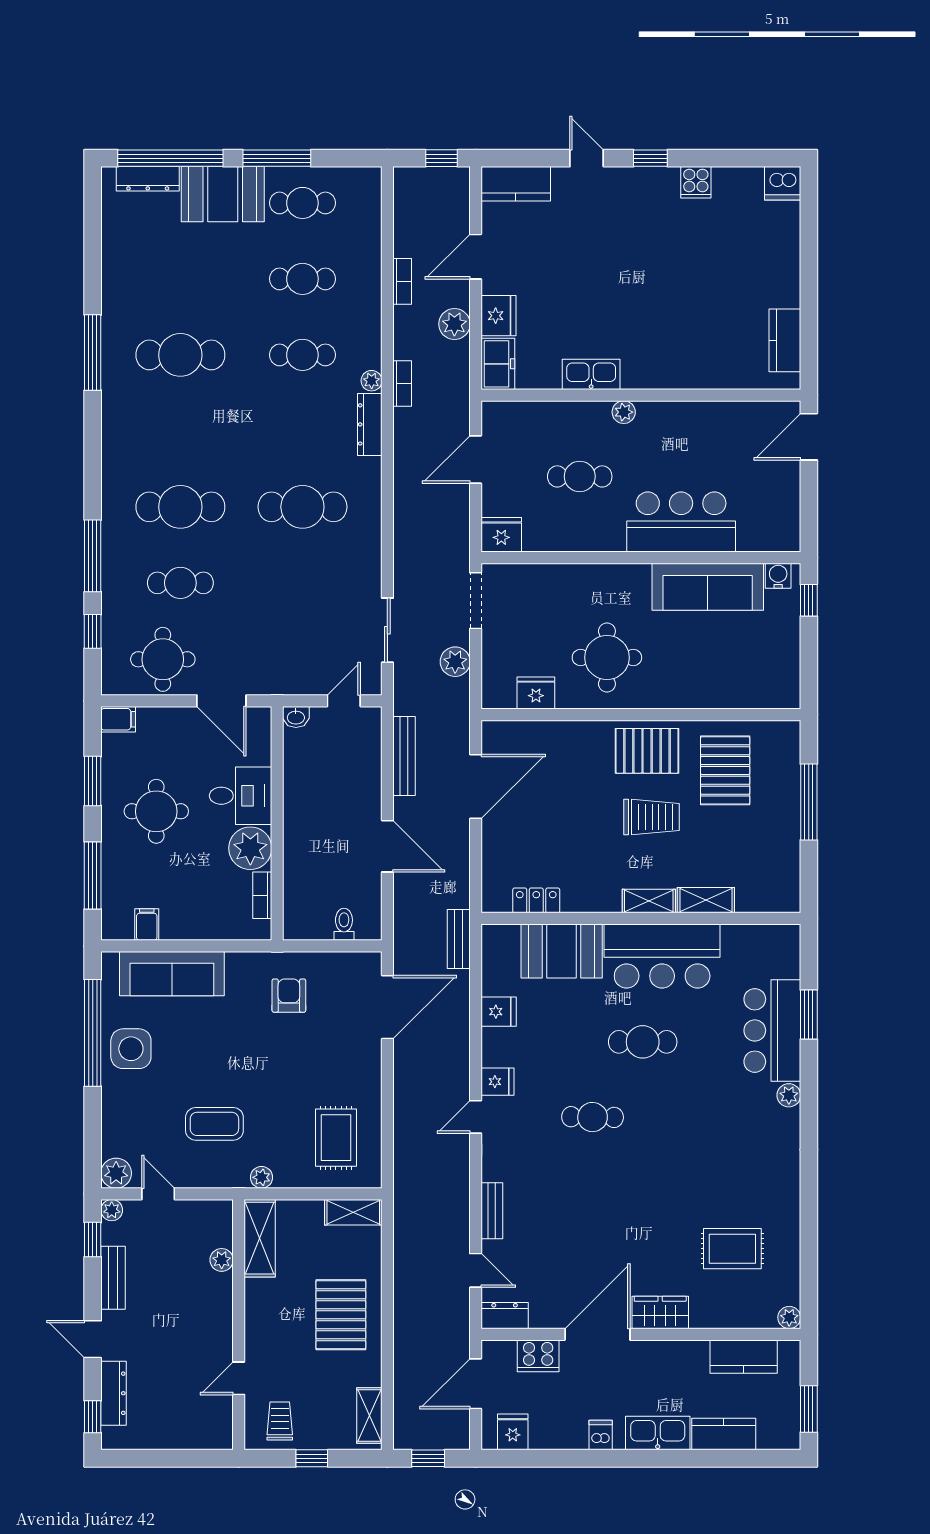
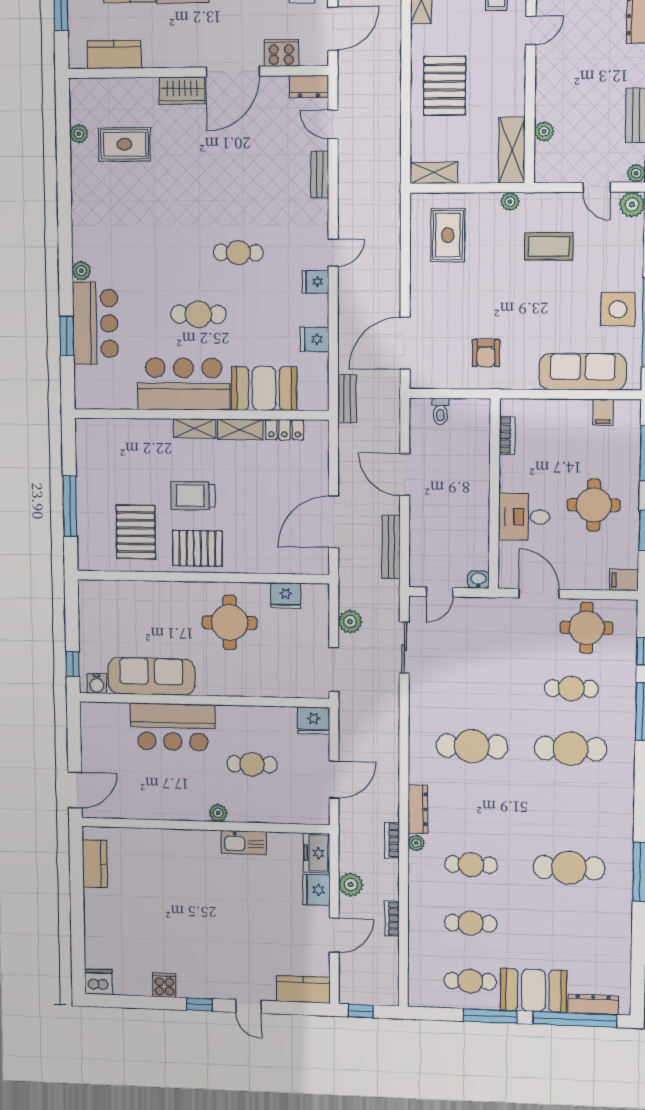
plant: (250, 848) -> (517, 474), removed
shelving: (706, 900) -> (240, 430), moved
plant: (789, 1317) -> (79, 134), moved

